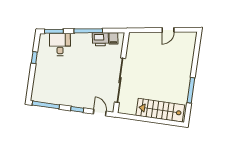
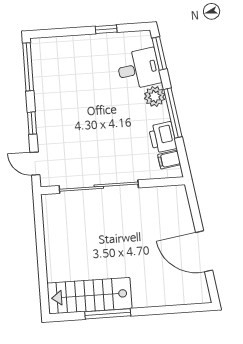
door: (168, 30) -> (204, 251), width x1.88
plant: (77, 39) -> (155, 96), added
stairs: (160, 110) -> (89, 296), moved, turned -90
door: (100, 113) -> (35, 164), swing flipped

